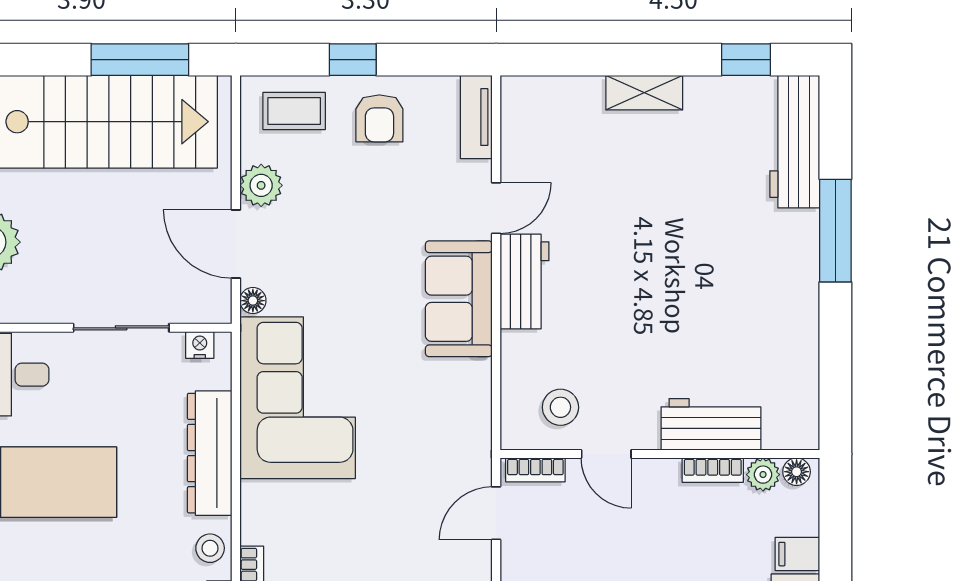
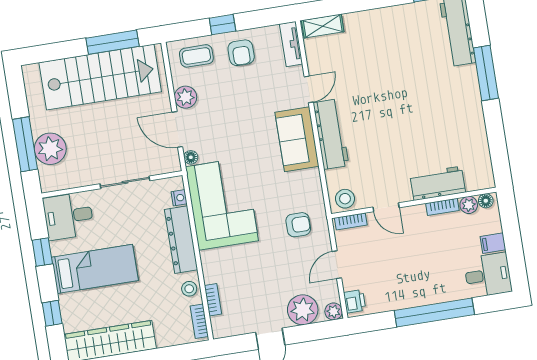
shelving: (644, 93) -> (323, 26), moved
workbench: (525, 282) -> (331, 134), width x1.37
nightstand: (200, 345) -> (179, 198), moved, turned 90
stool: (560, 407) -> (345, 199), moved
armchair: (435, 460) -> (298, 225), added
door: (496, 513) -> (337, 265), moved

